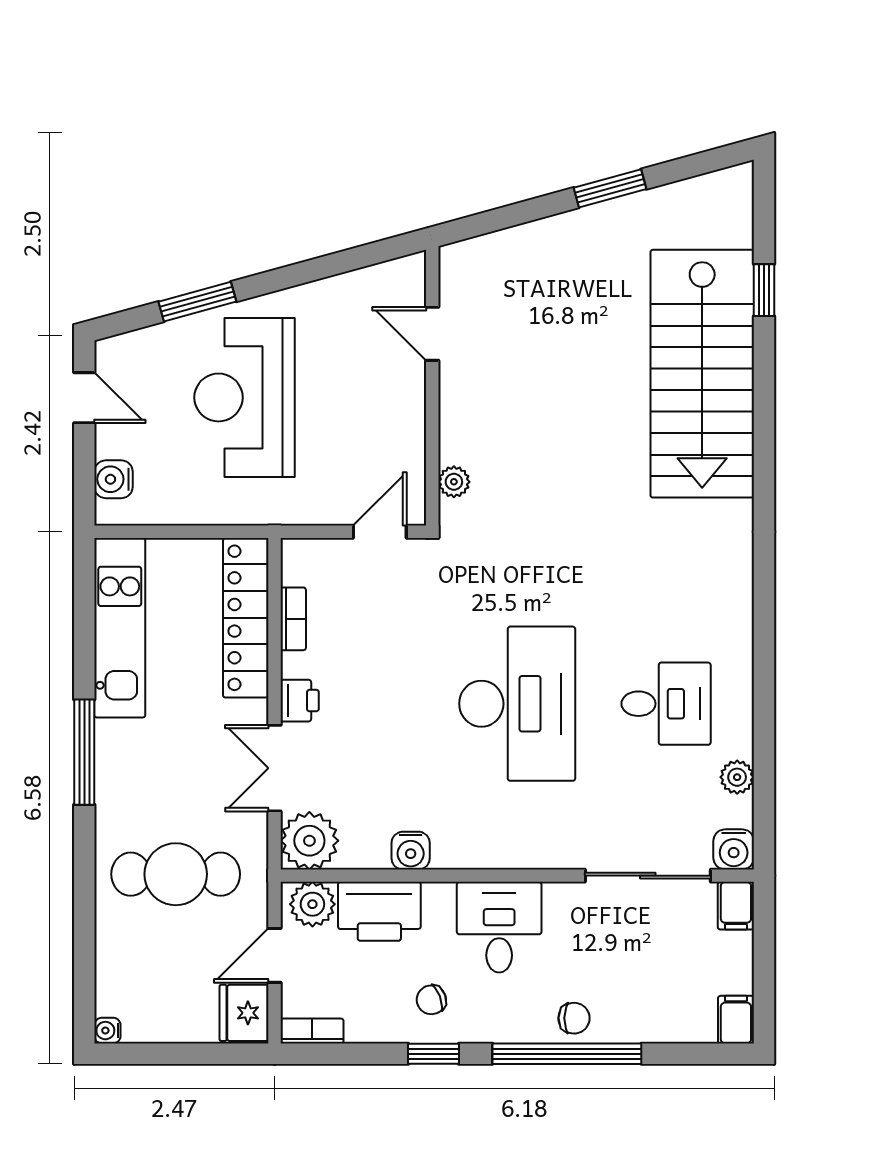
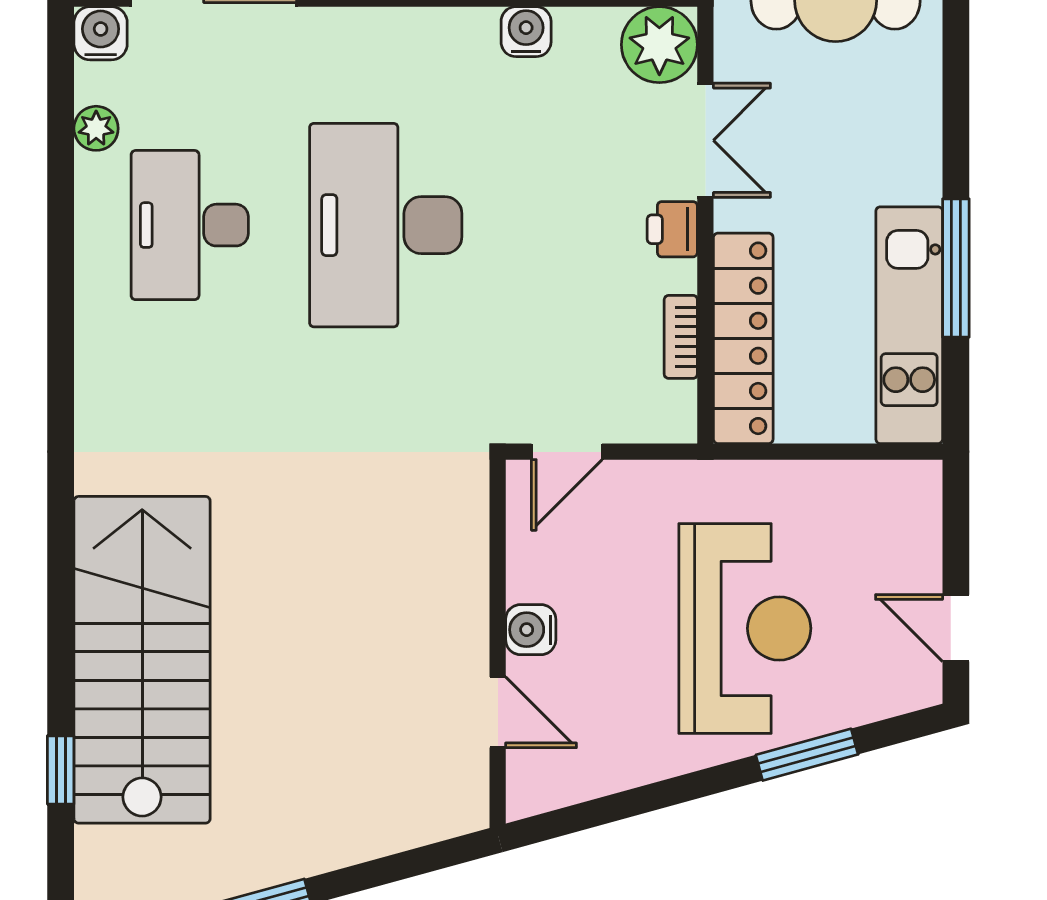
water cooler: (113, 479) -> (531, 630), moved, turned 180
plant: (454, 482) -> (469, 517), removed
desk: (666, 704) -> (190, 225), width x1.37
window: (84, 752) -> (956, 268), moved

